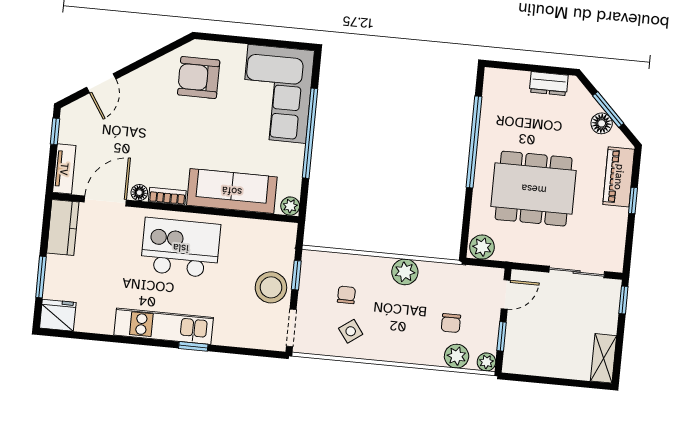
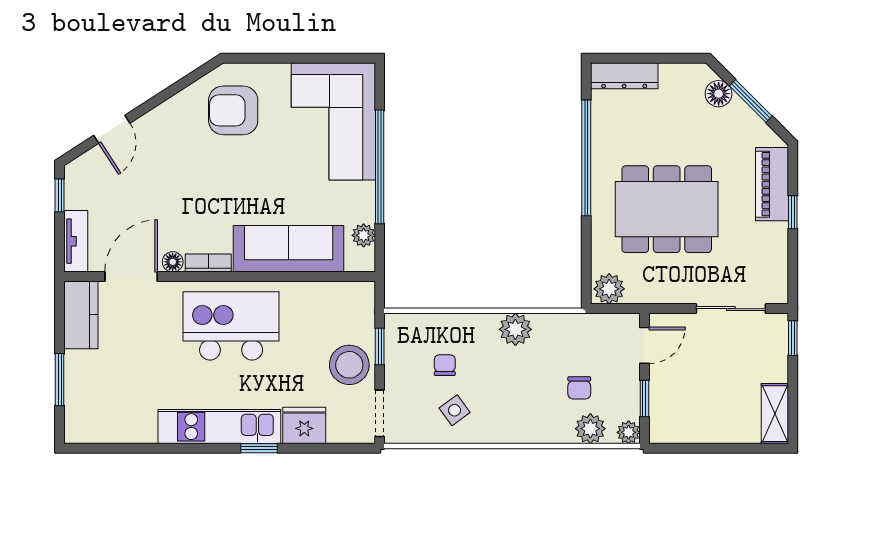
dresser: (549, 84) -> (624, 76), moved, width x1.44
floor lamp: (602, 123) -> (719, 94), moved
plant: (290, 206) -> (364, 235), moved
fridge: (58, 315) -> (304, 425), moved

